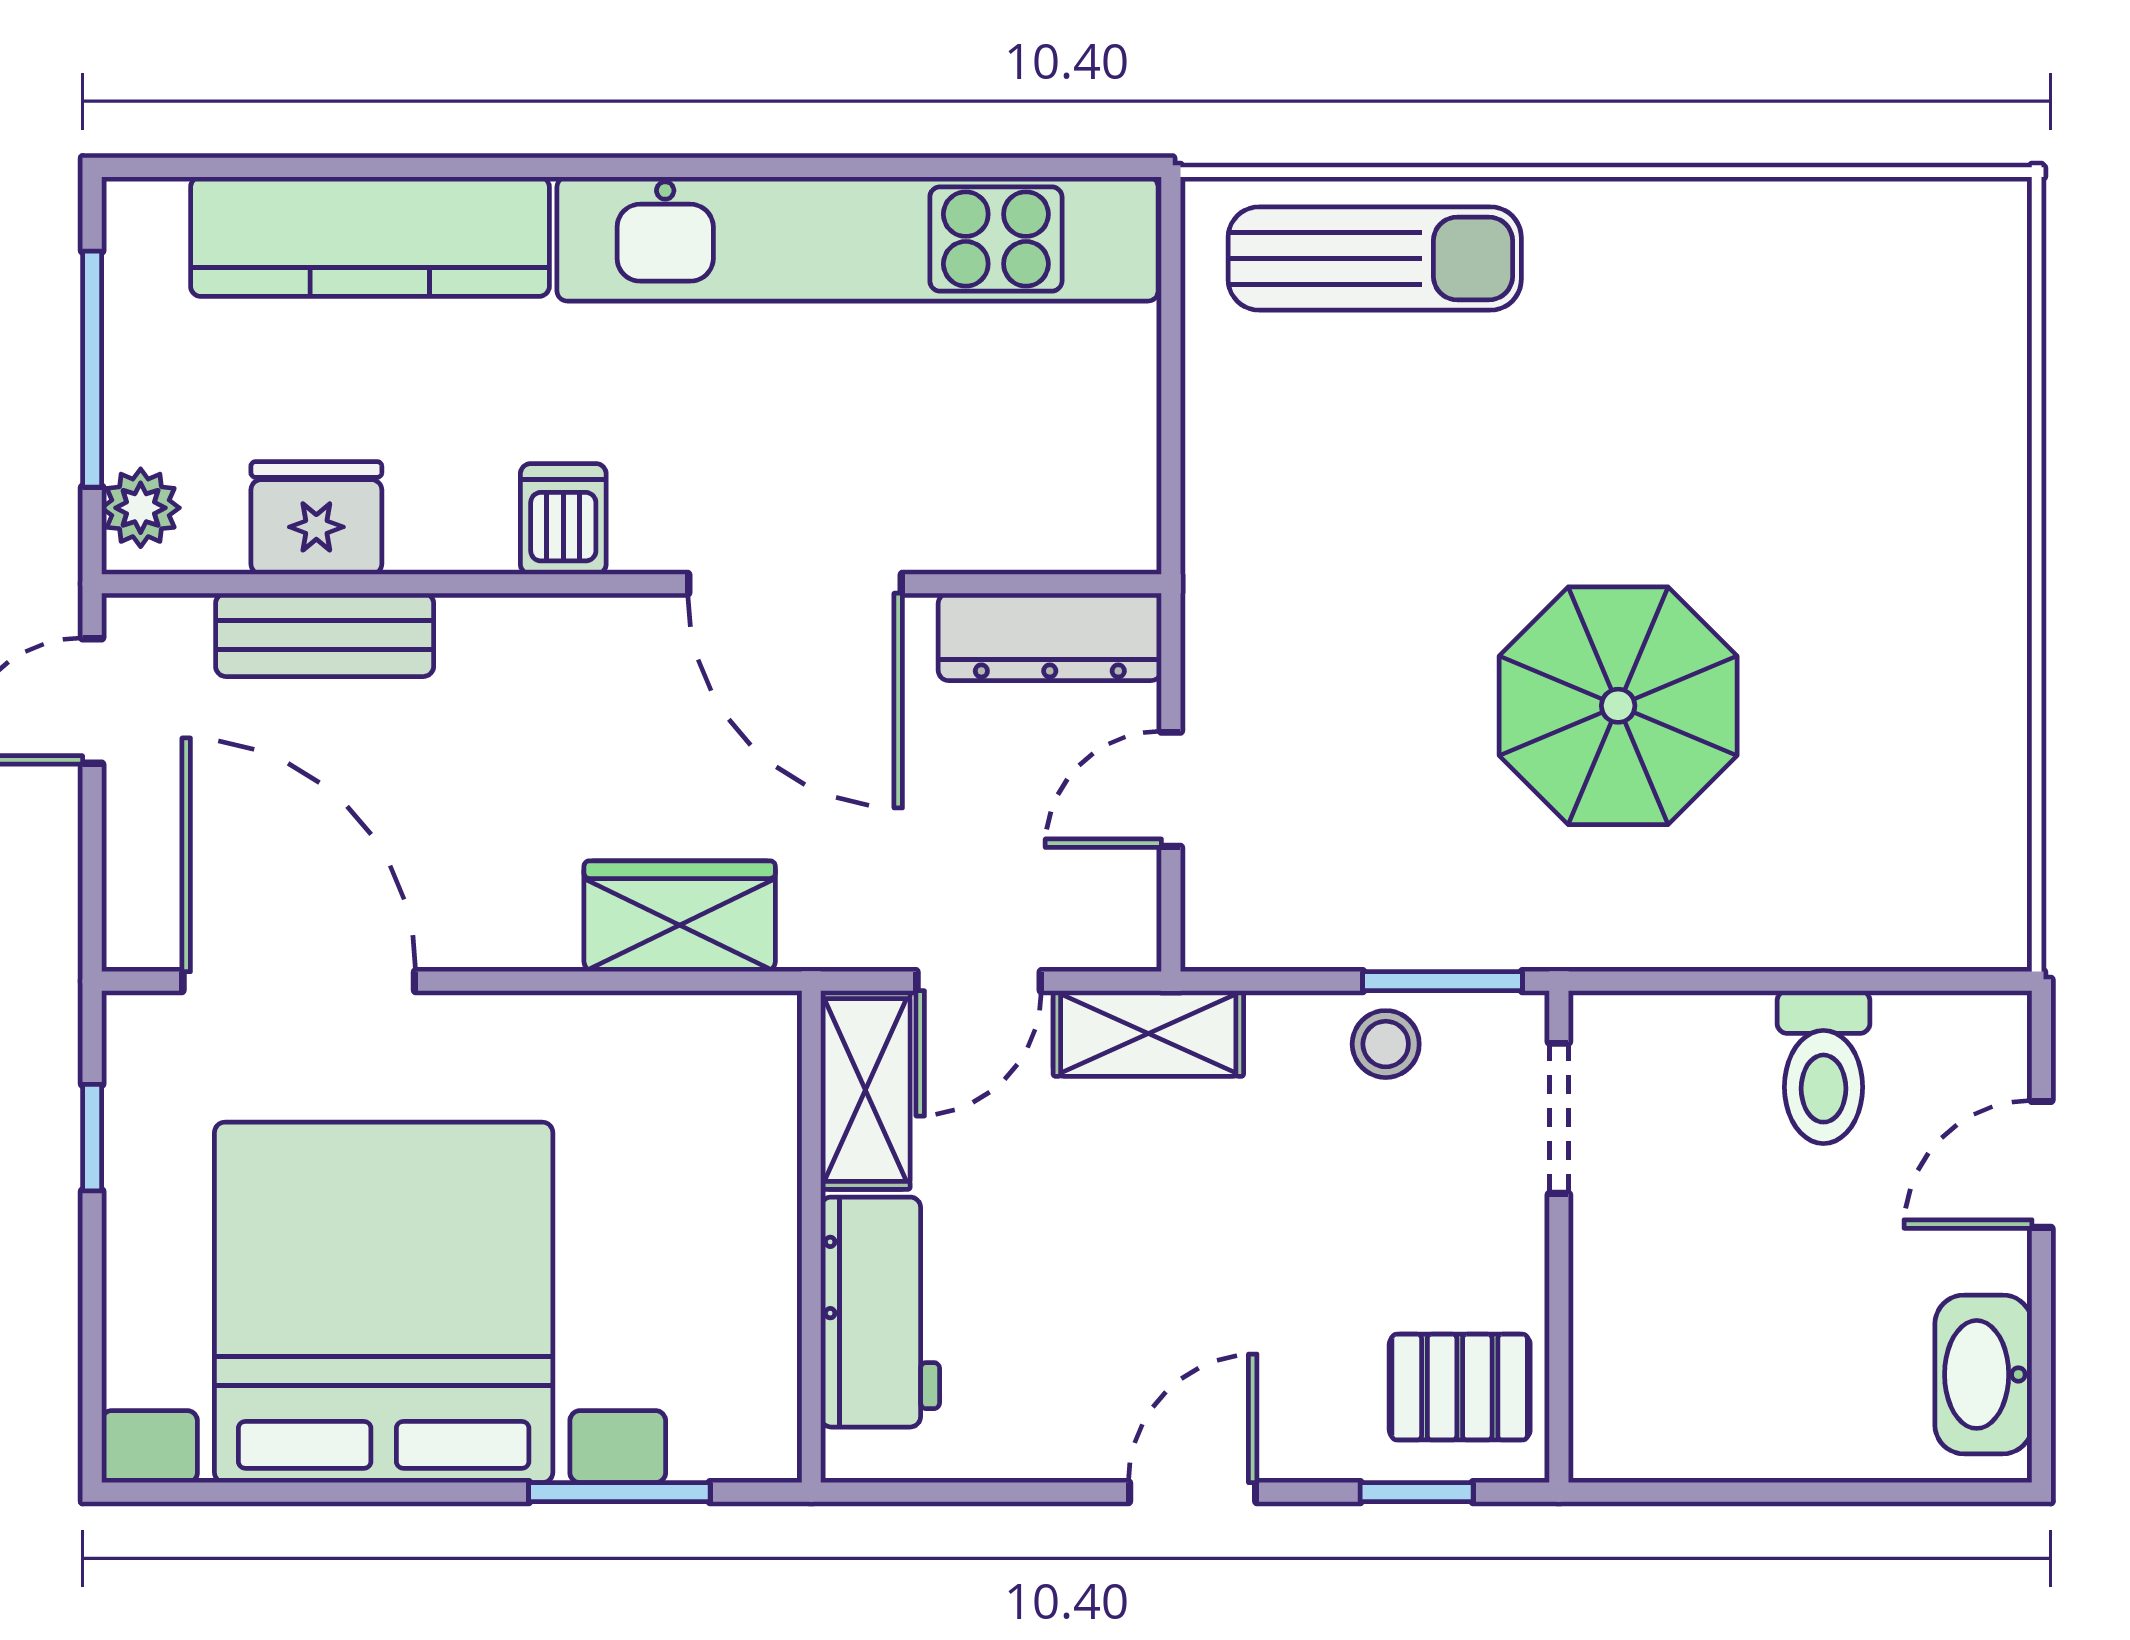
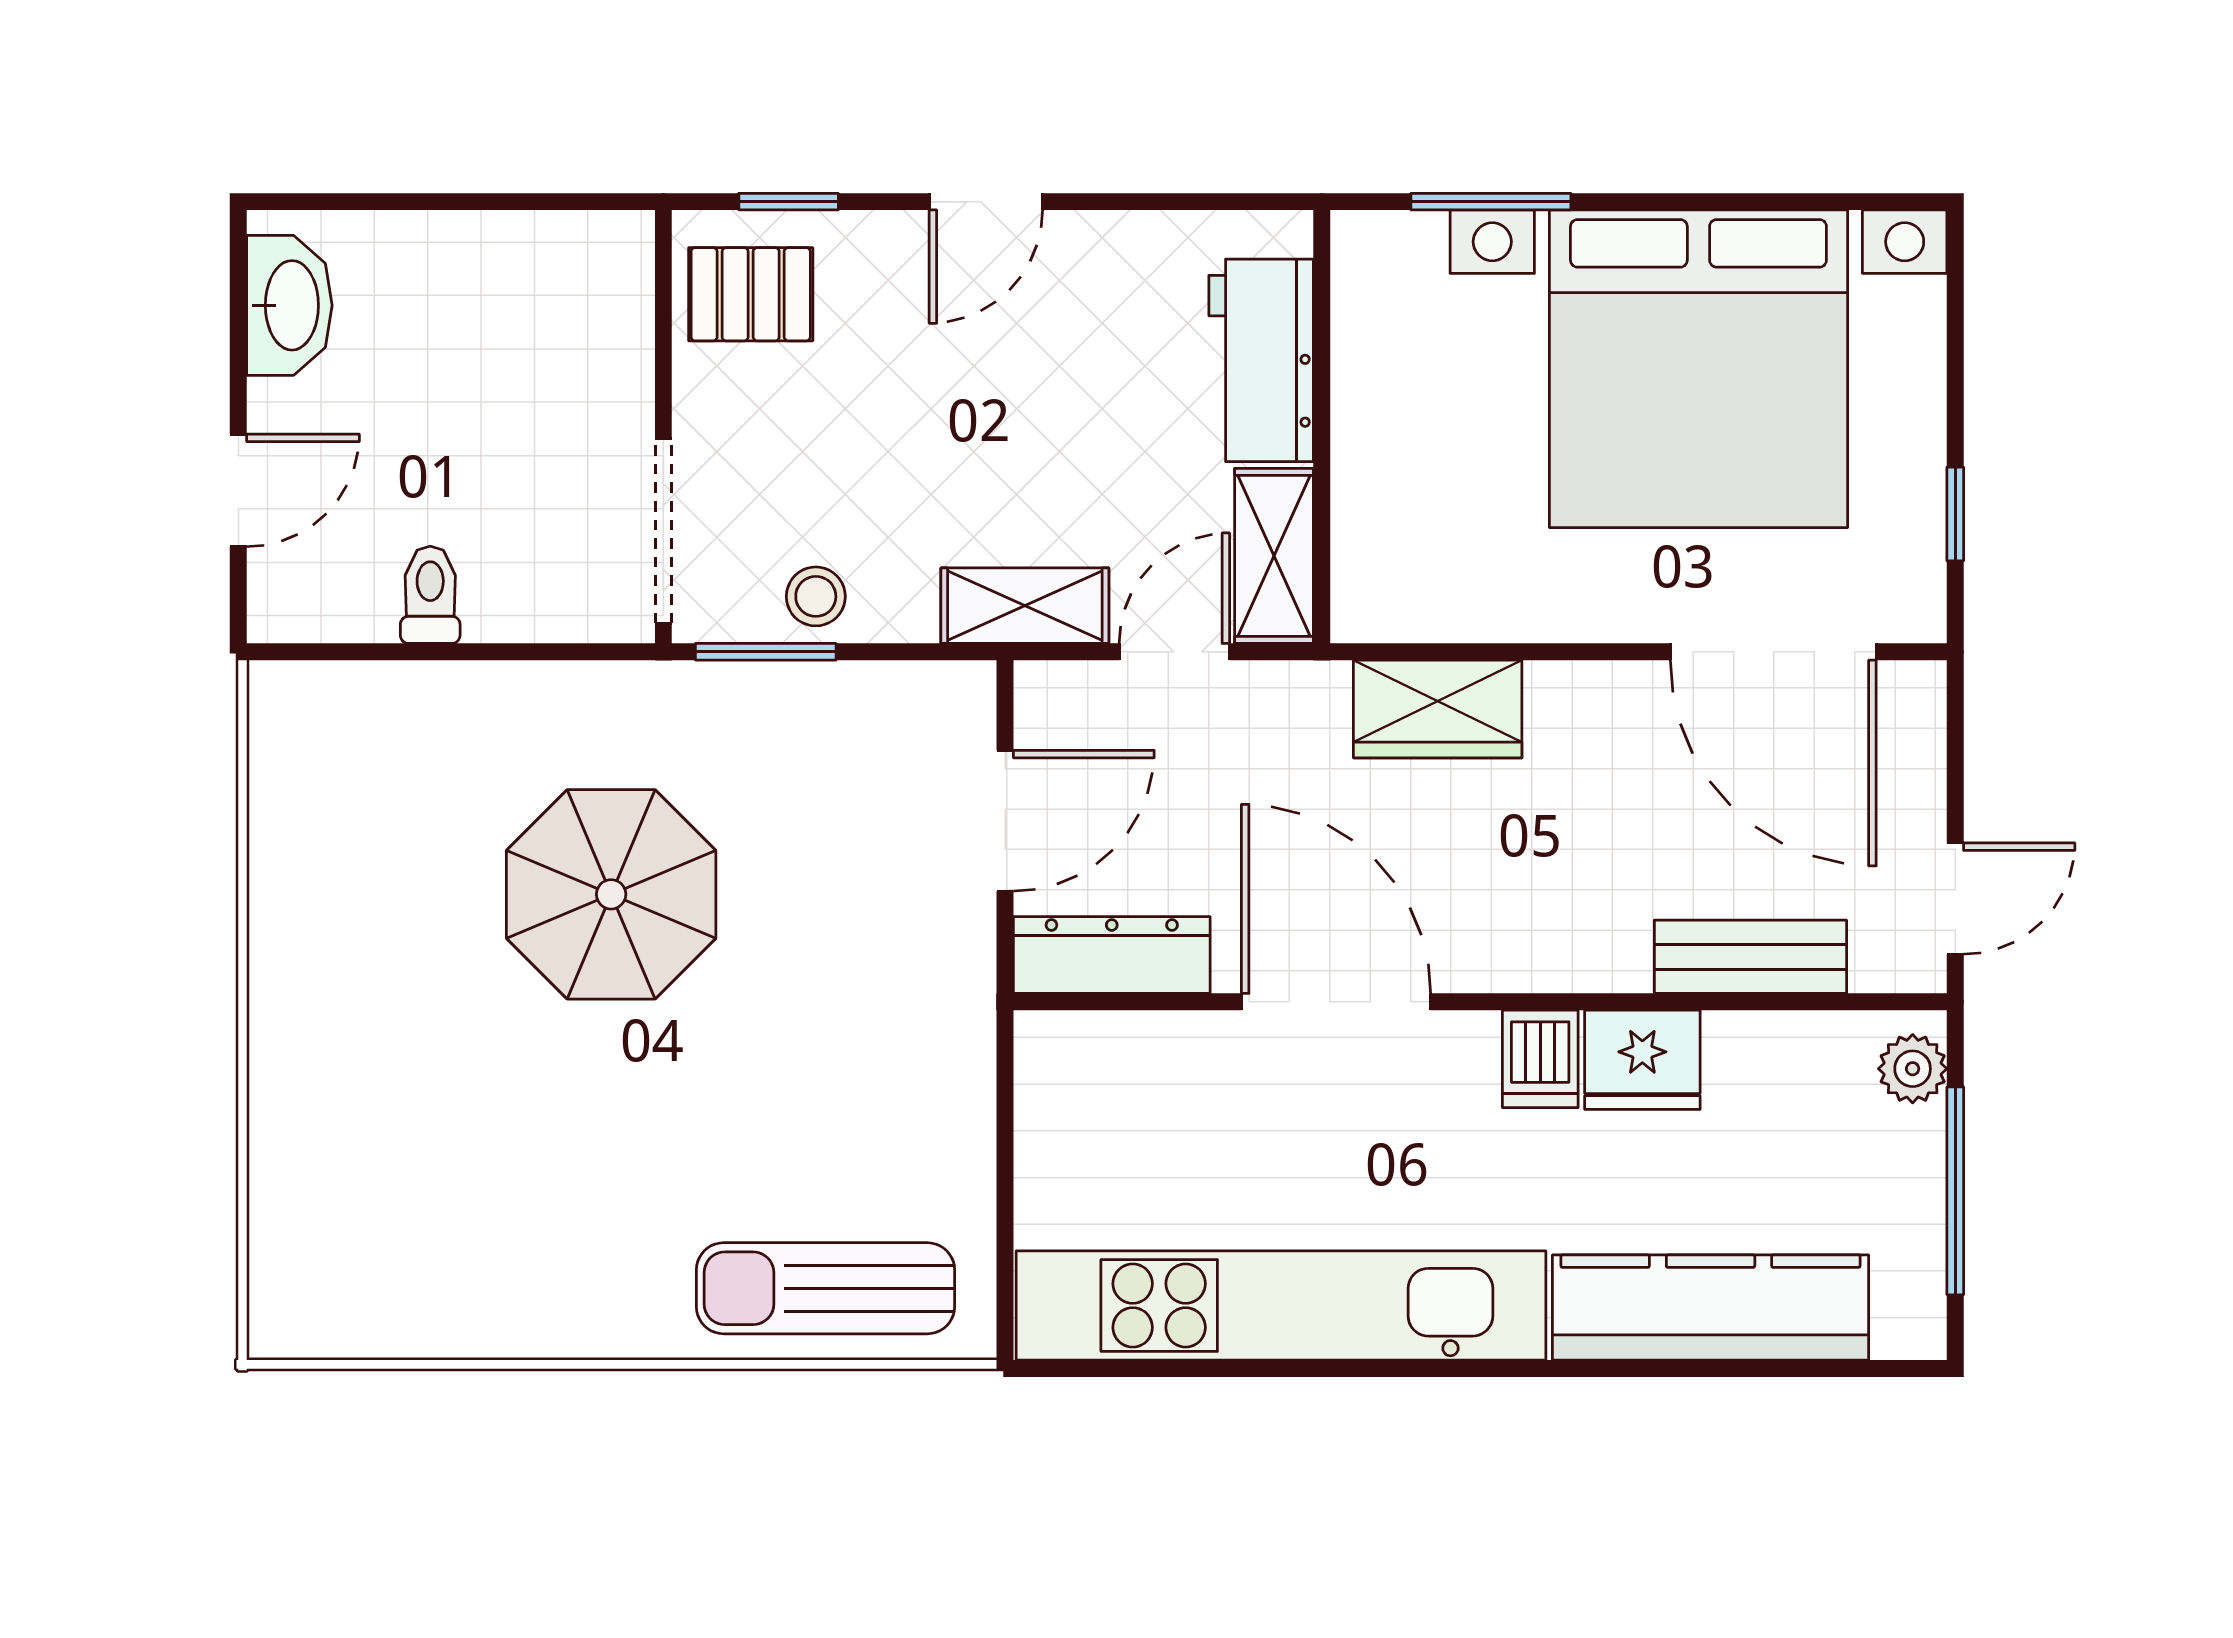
fridge: (316, 518) -> (1642, 1060), moved
door: (1171, 789) -> (1005, 821), width x1.38
toilet: (1823, 1067) -> (430, 595), width x0.73, depth x0.72
doorway: (1559, 1118) -> (663, 531), width x1.38

